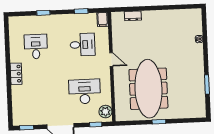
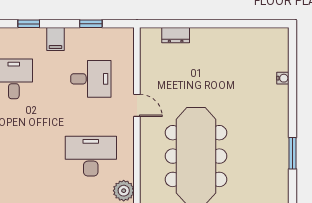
filing cabinet: (103, 19) -> (55, 39), moved

